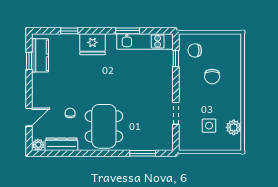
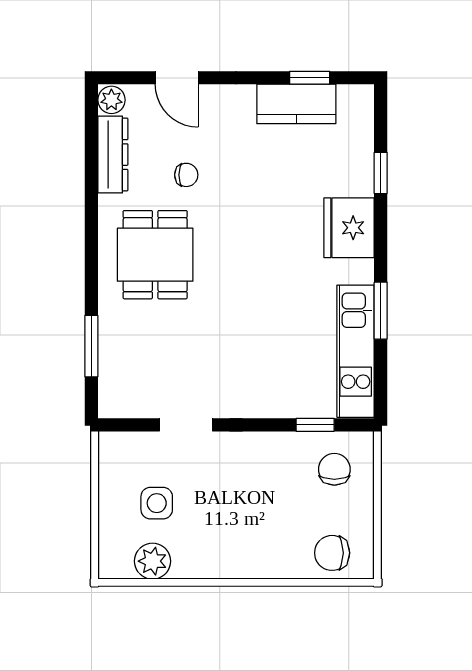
kitchen counter: (40, 55) -> (296, 104), moved
chair: (212, 76) -> (332, 553), moved
dining table: (104, 126) -> (155, 255), width x0.73

